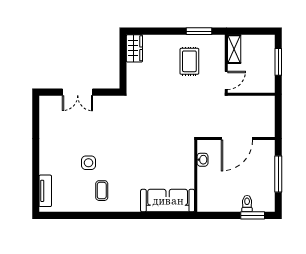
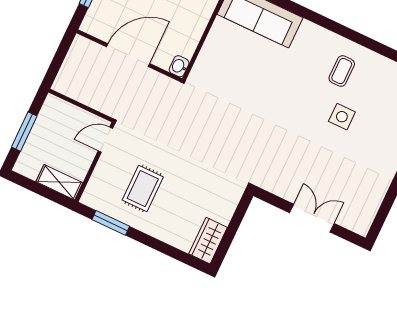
shelving: (234, 49) -> (59, 182), moved, turned 90
washbasin: (203, 160) -> (179, 66), moved

